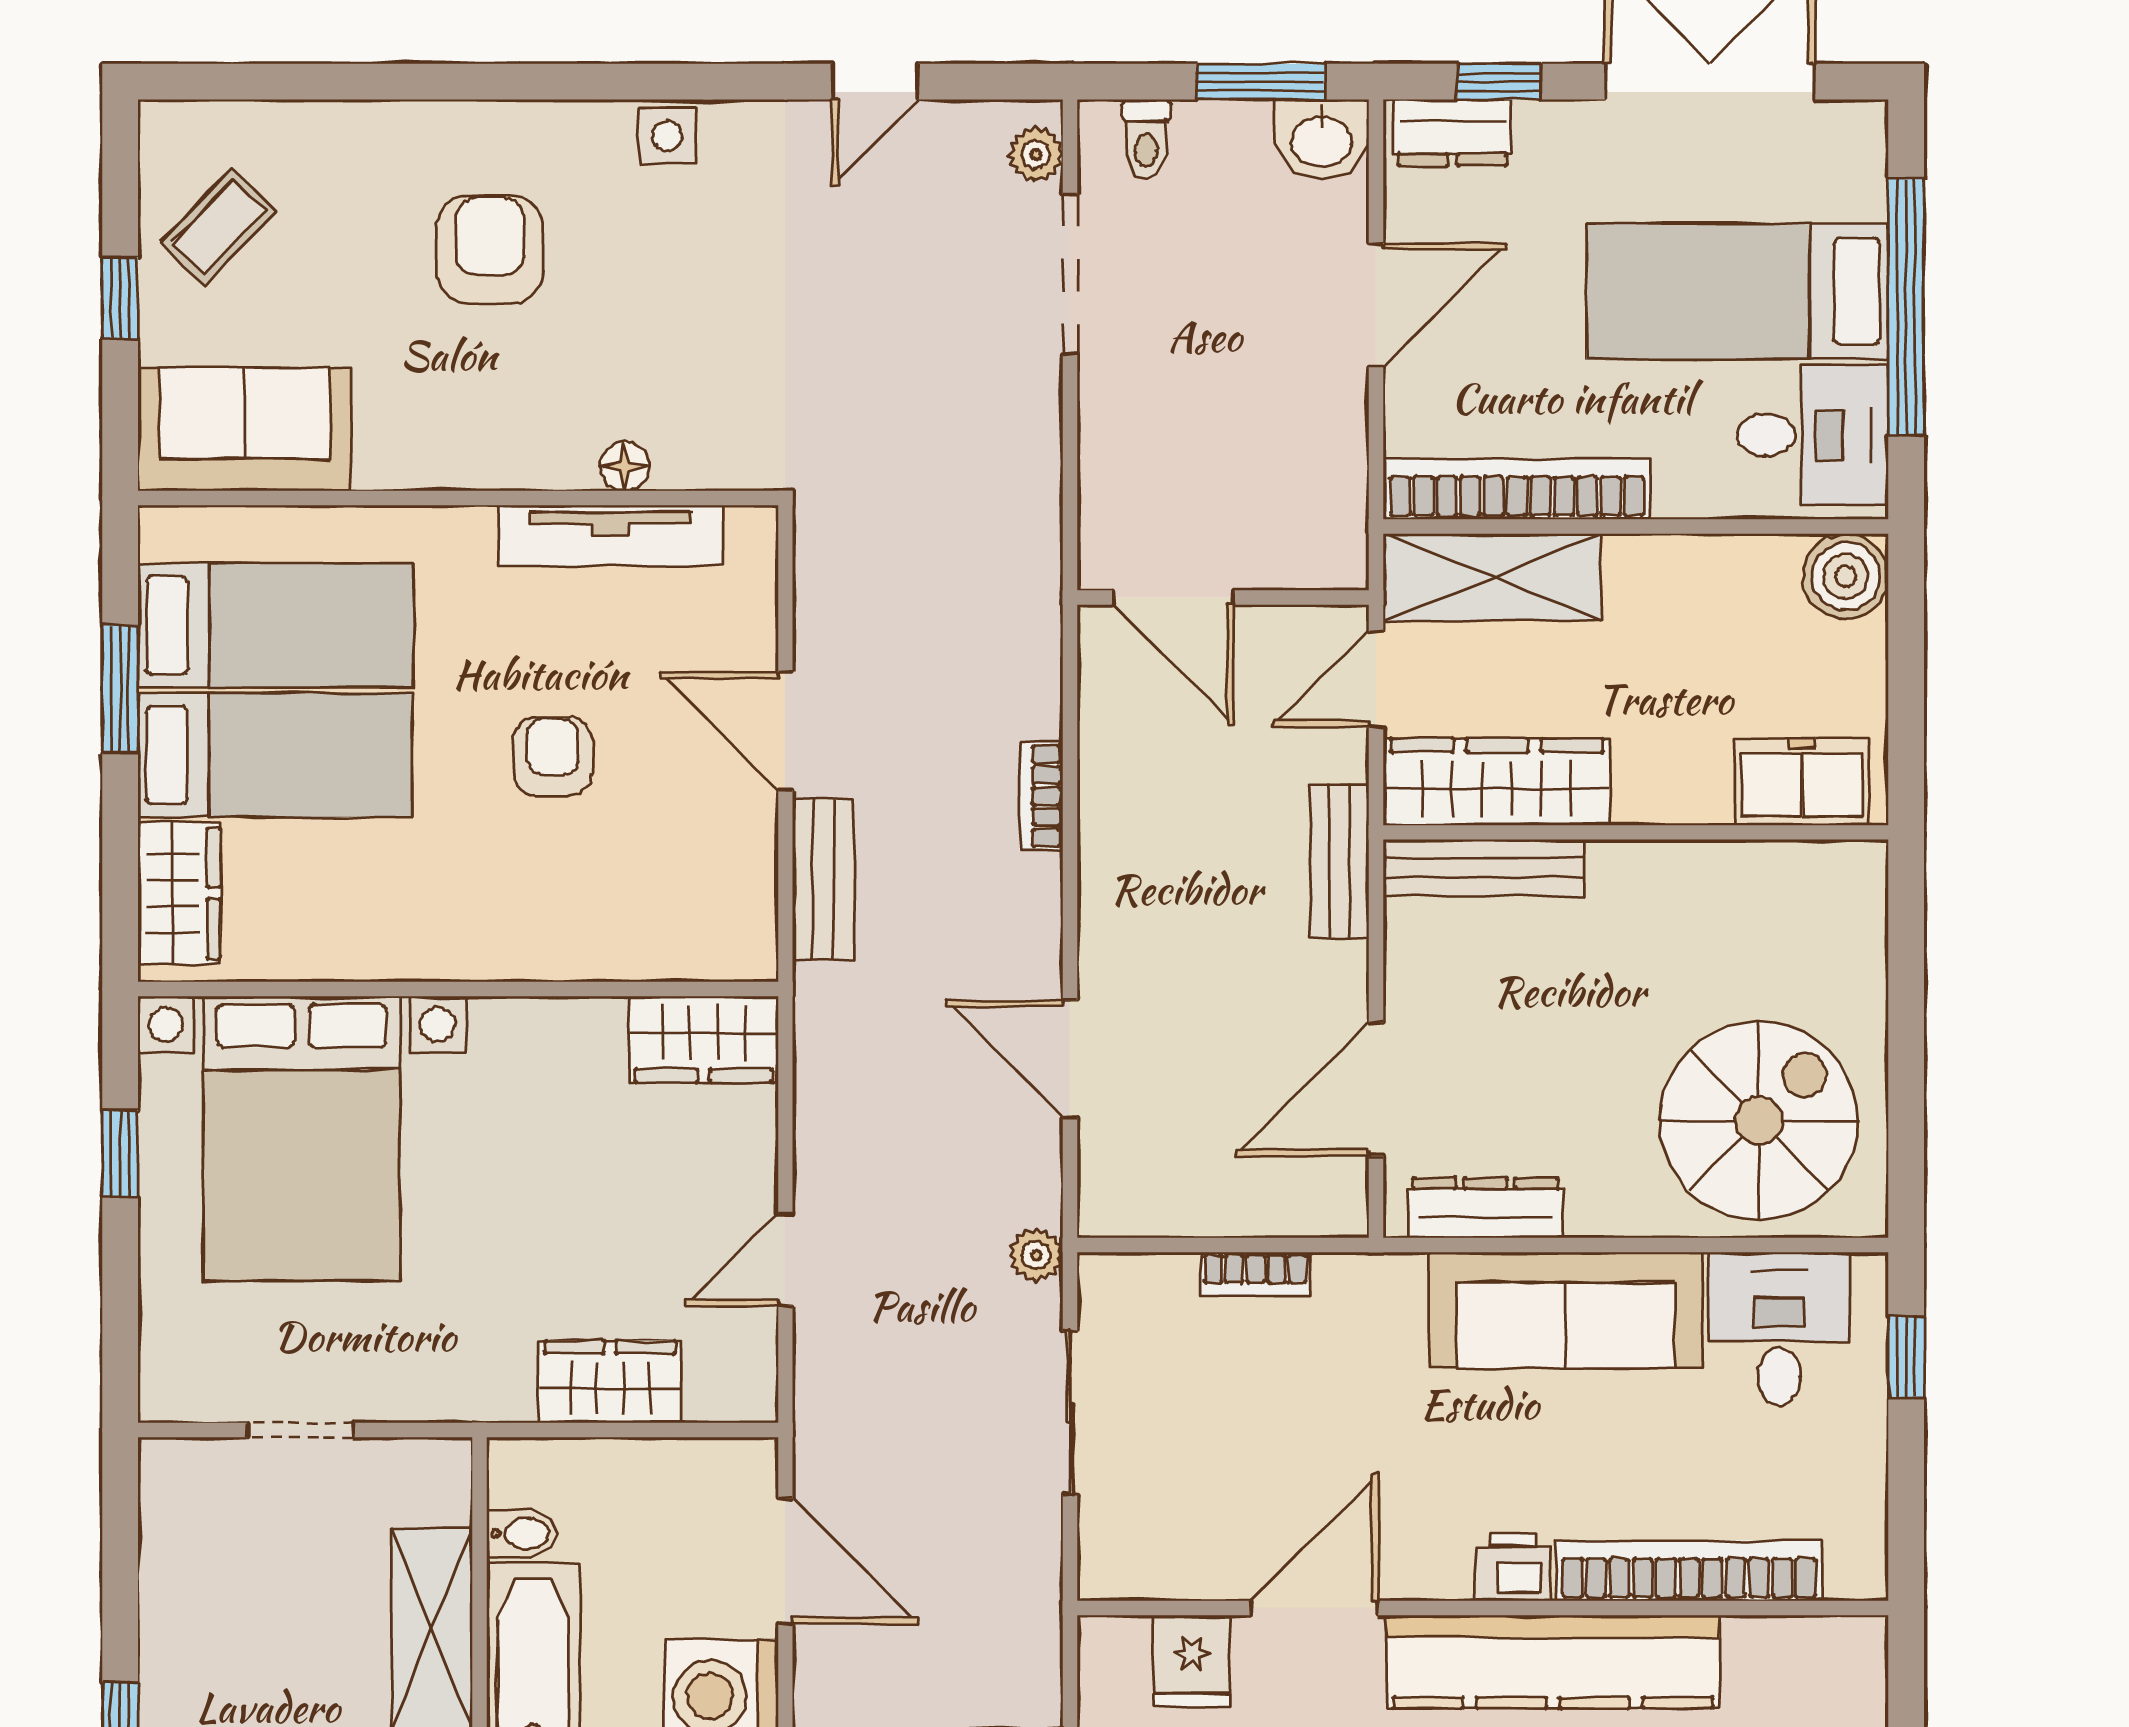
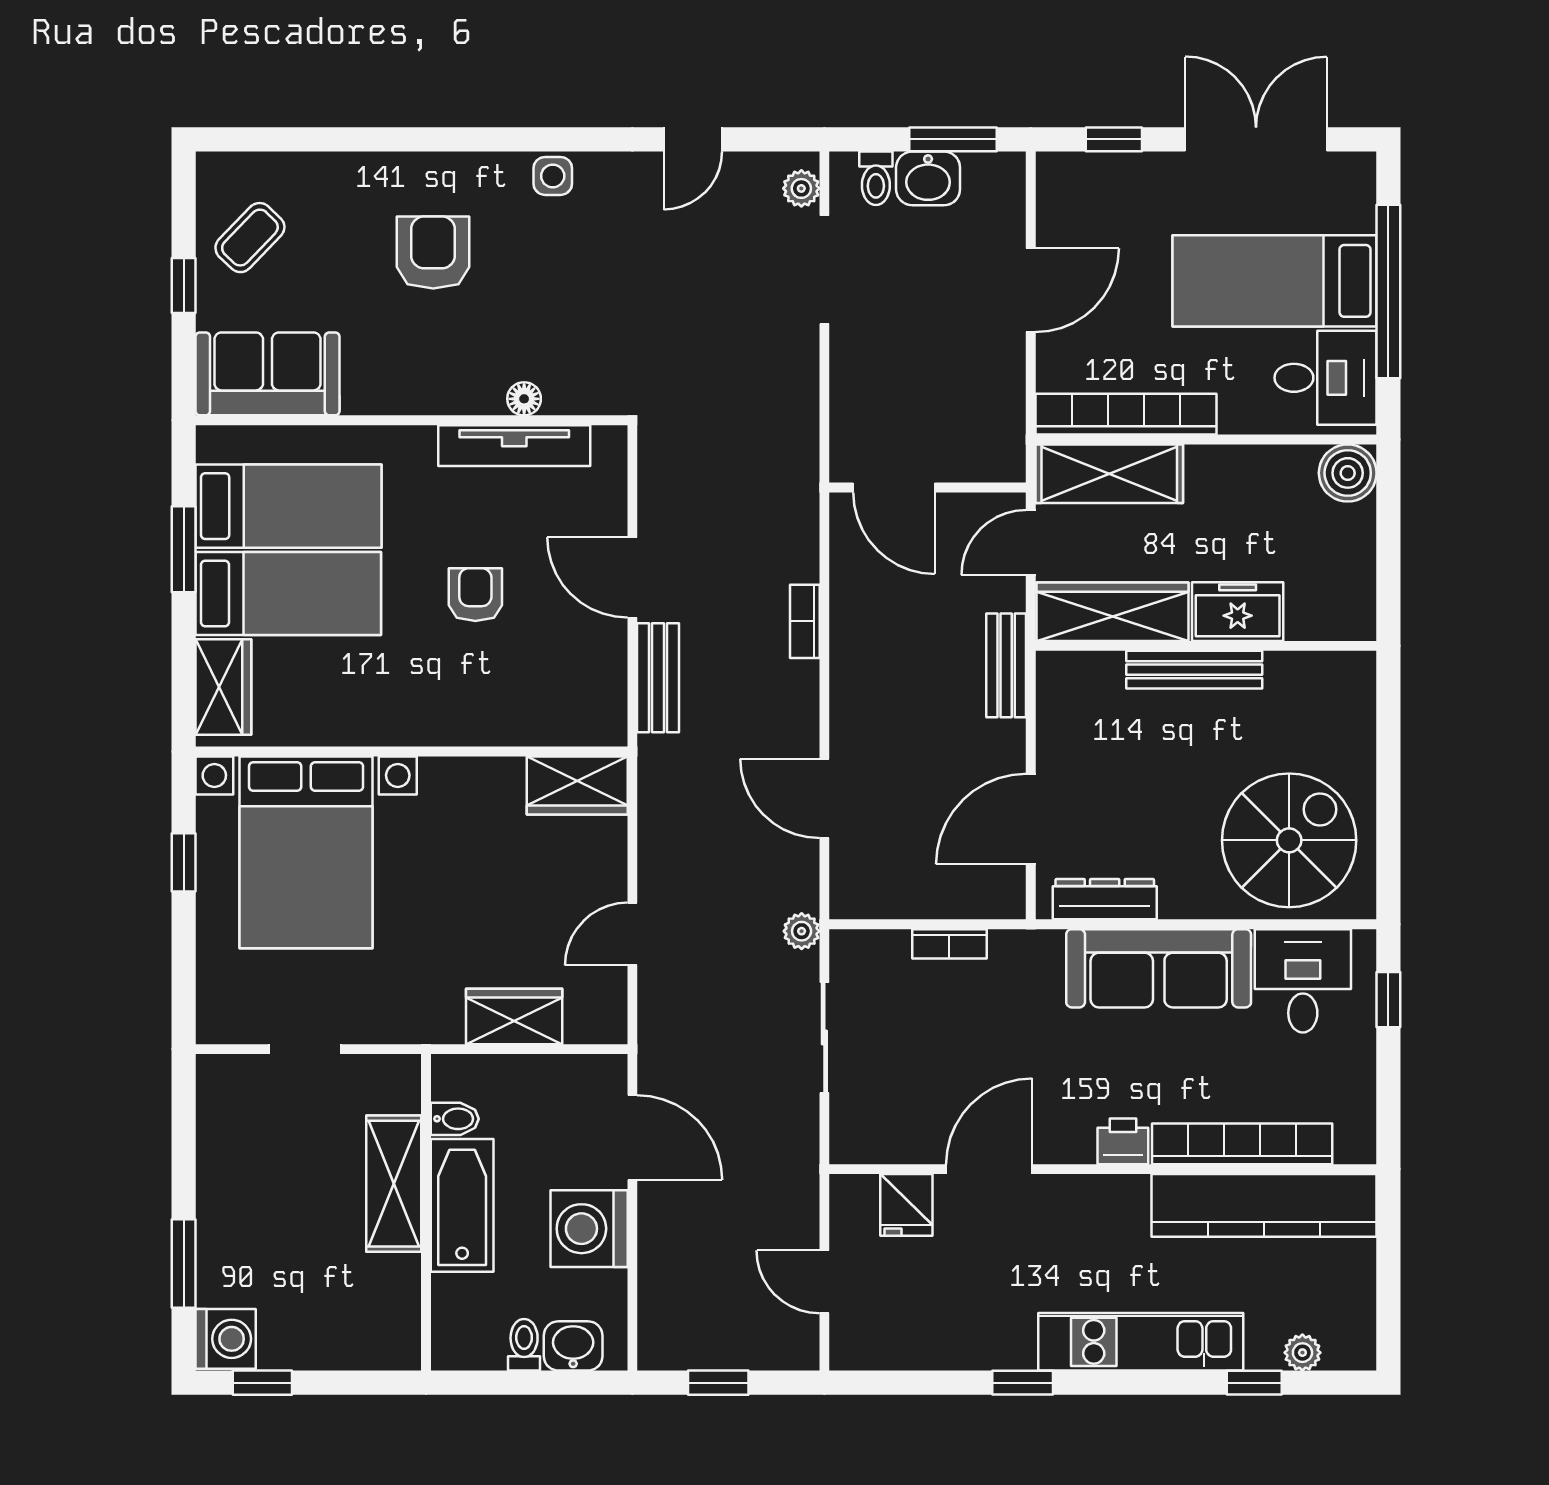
dresser: (1453, 133) -> (1082, 174), removed
washbasin: (1322, 139) -> (928, 178), moved
freezer: (1802, 781) -> (1238, 612), moved
bench: (1484, 868) -> (1194, 670), moved
kitchen counter: (1553, 1662) -> (1264, 1205), moved

